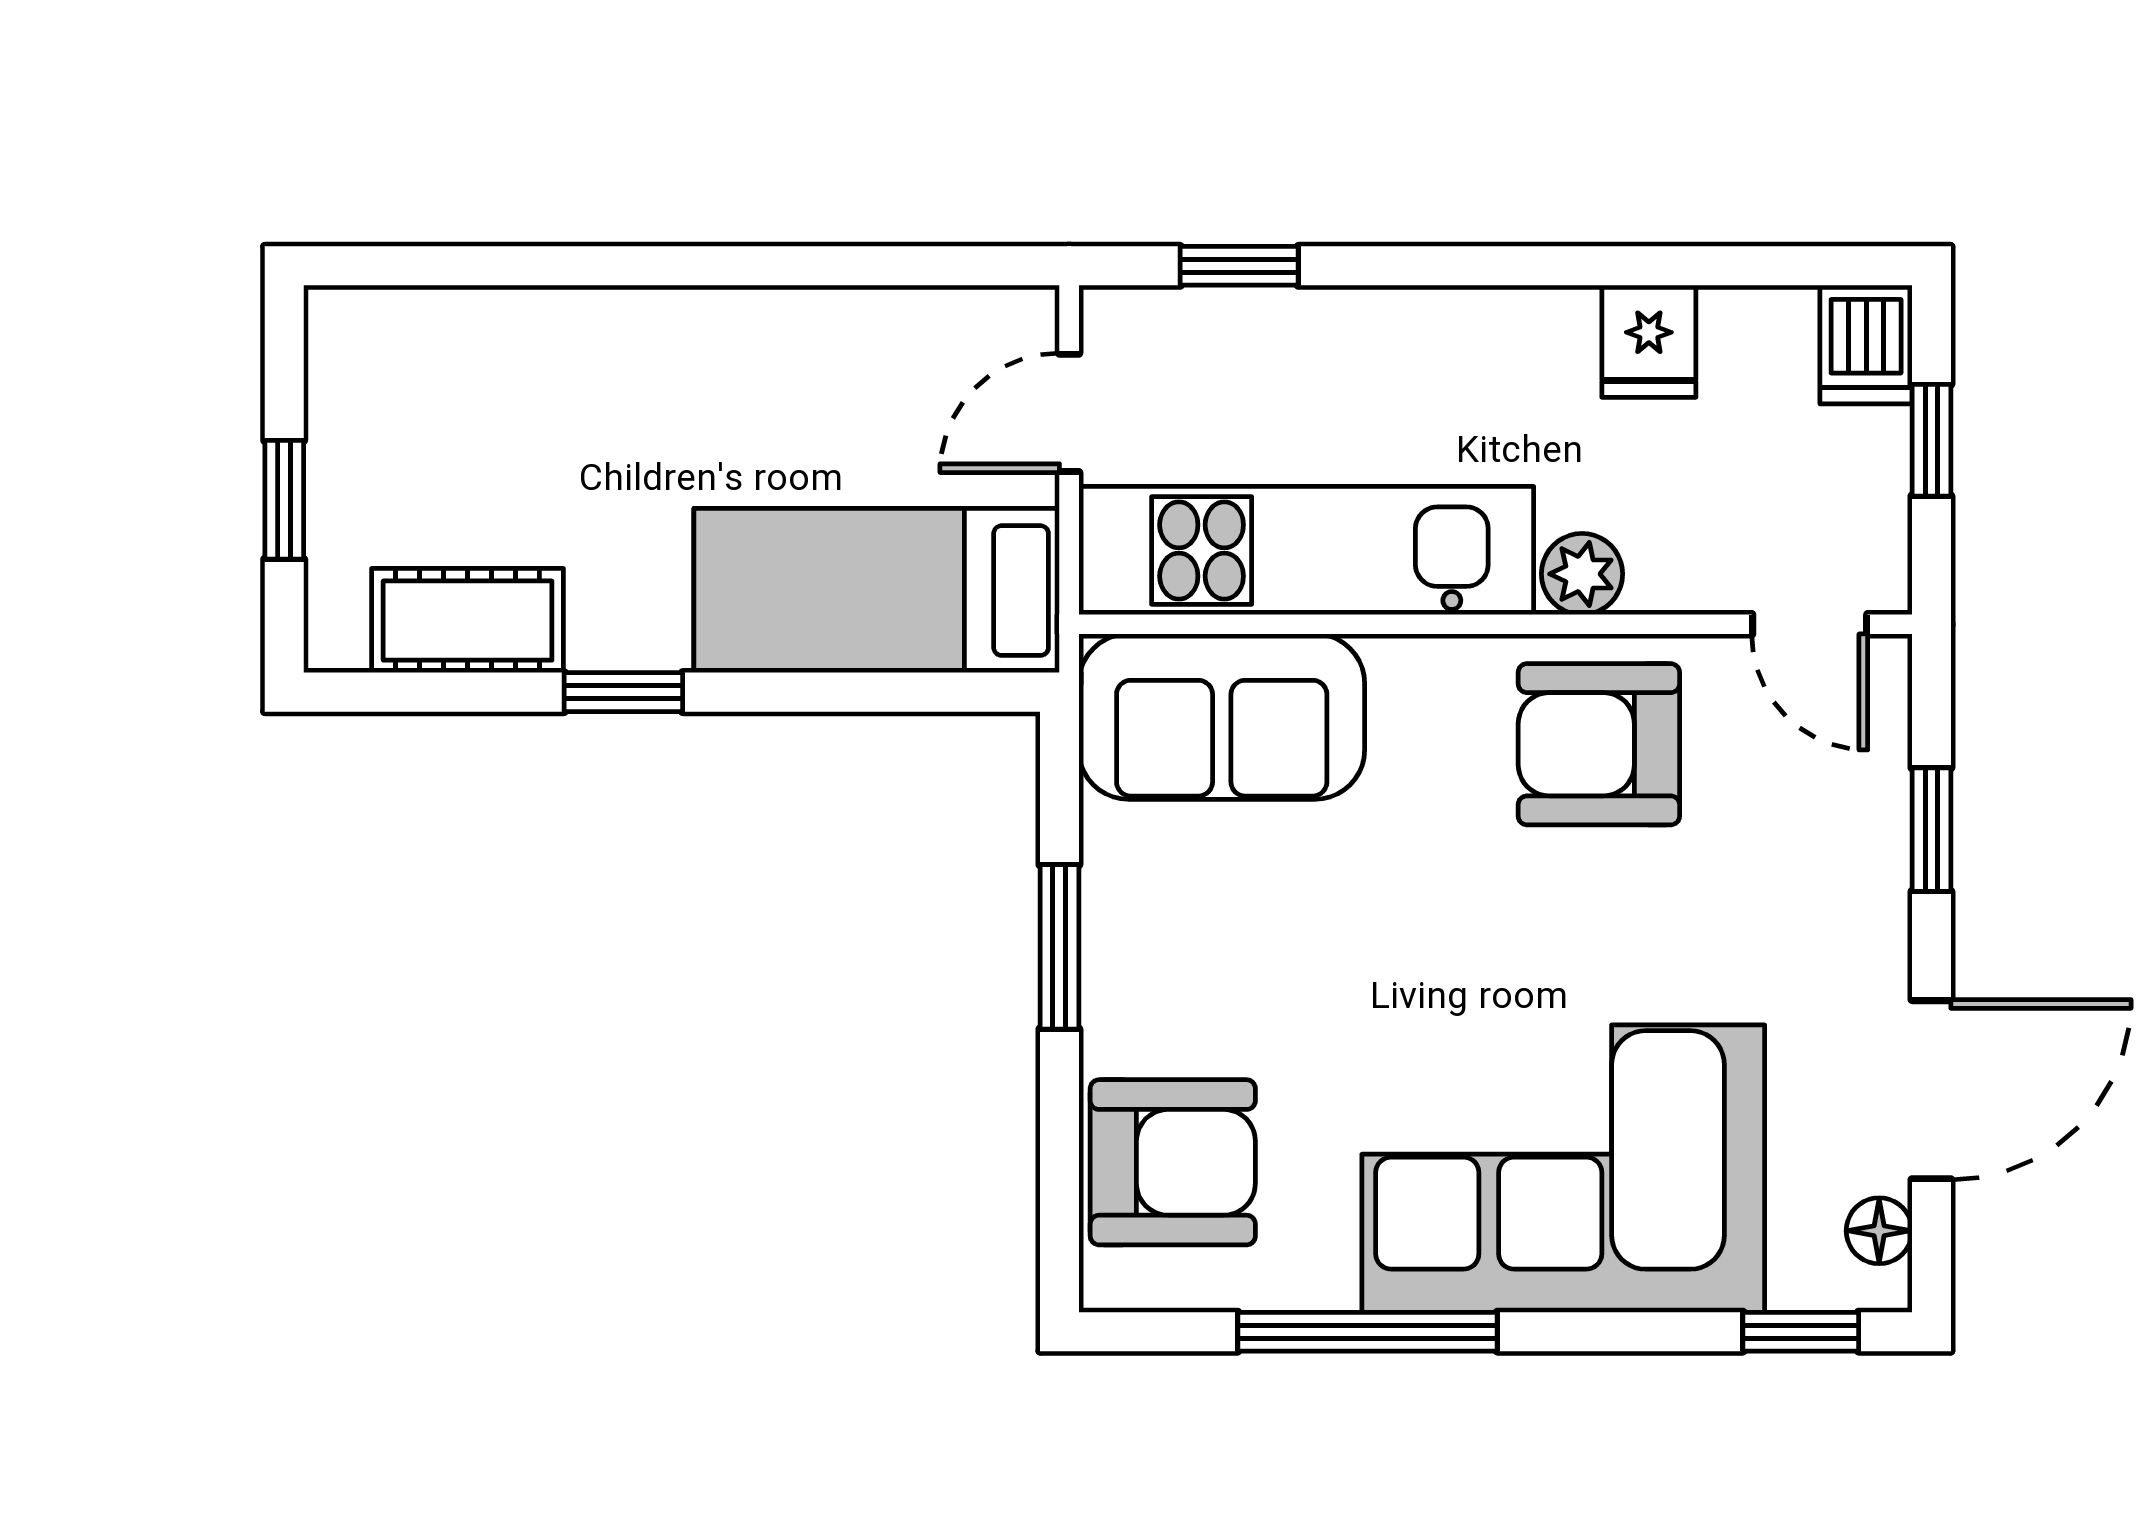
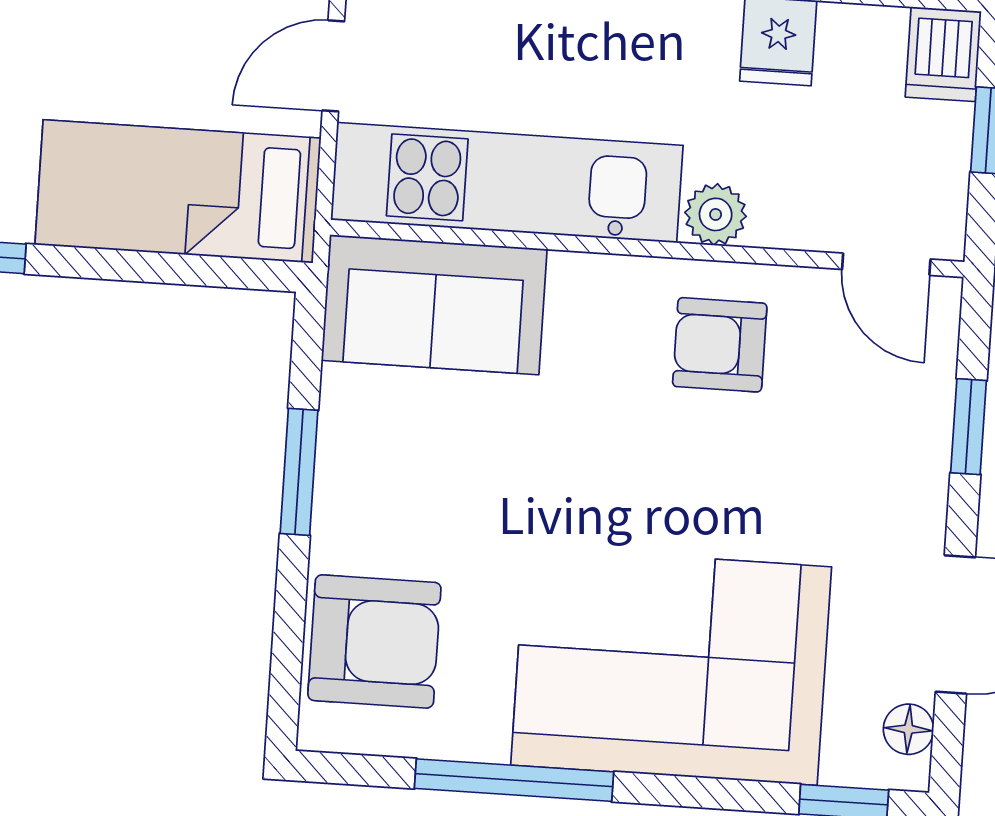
armchair: (1599, 744) -> (720, 345), width x0.72, depth x0.72

